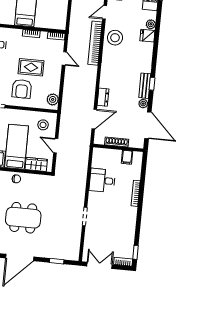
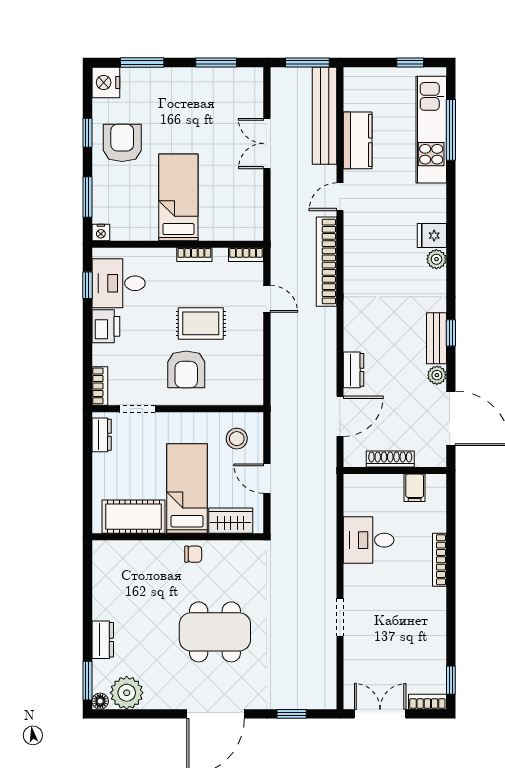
plant: (151, 24) -> (436, 259), moved
stool: (115, 38) -> (366, 246), removed
plant: (53, 99) -> (251, 385), removed

